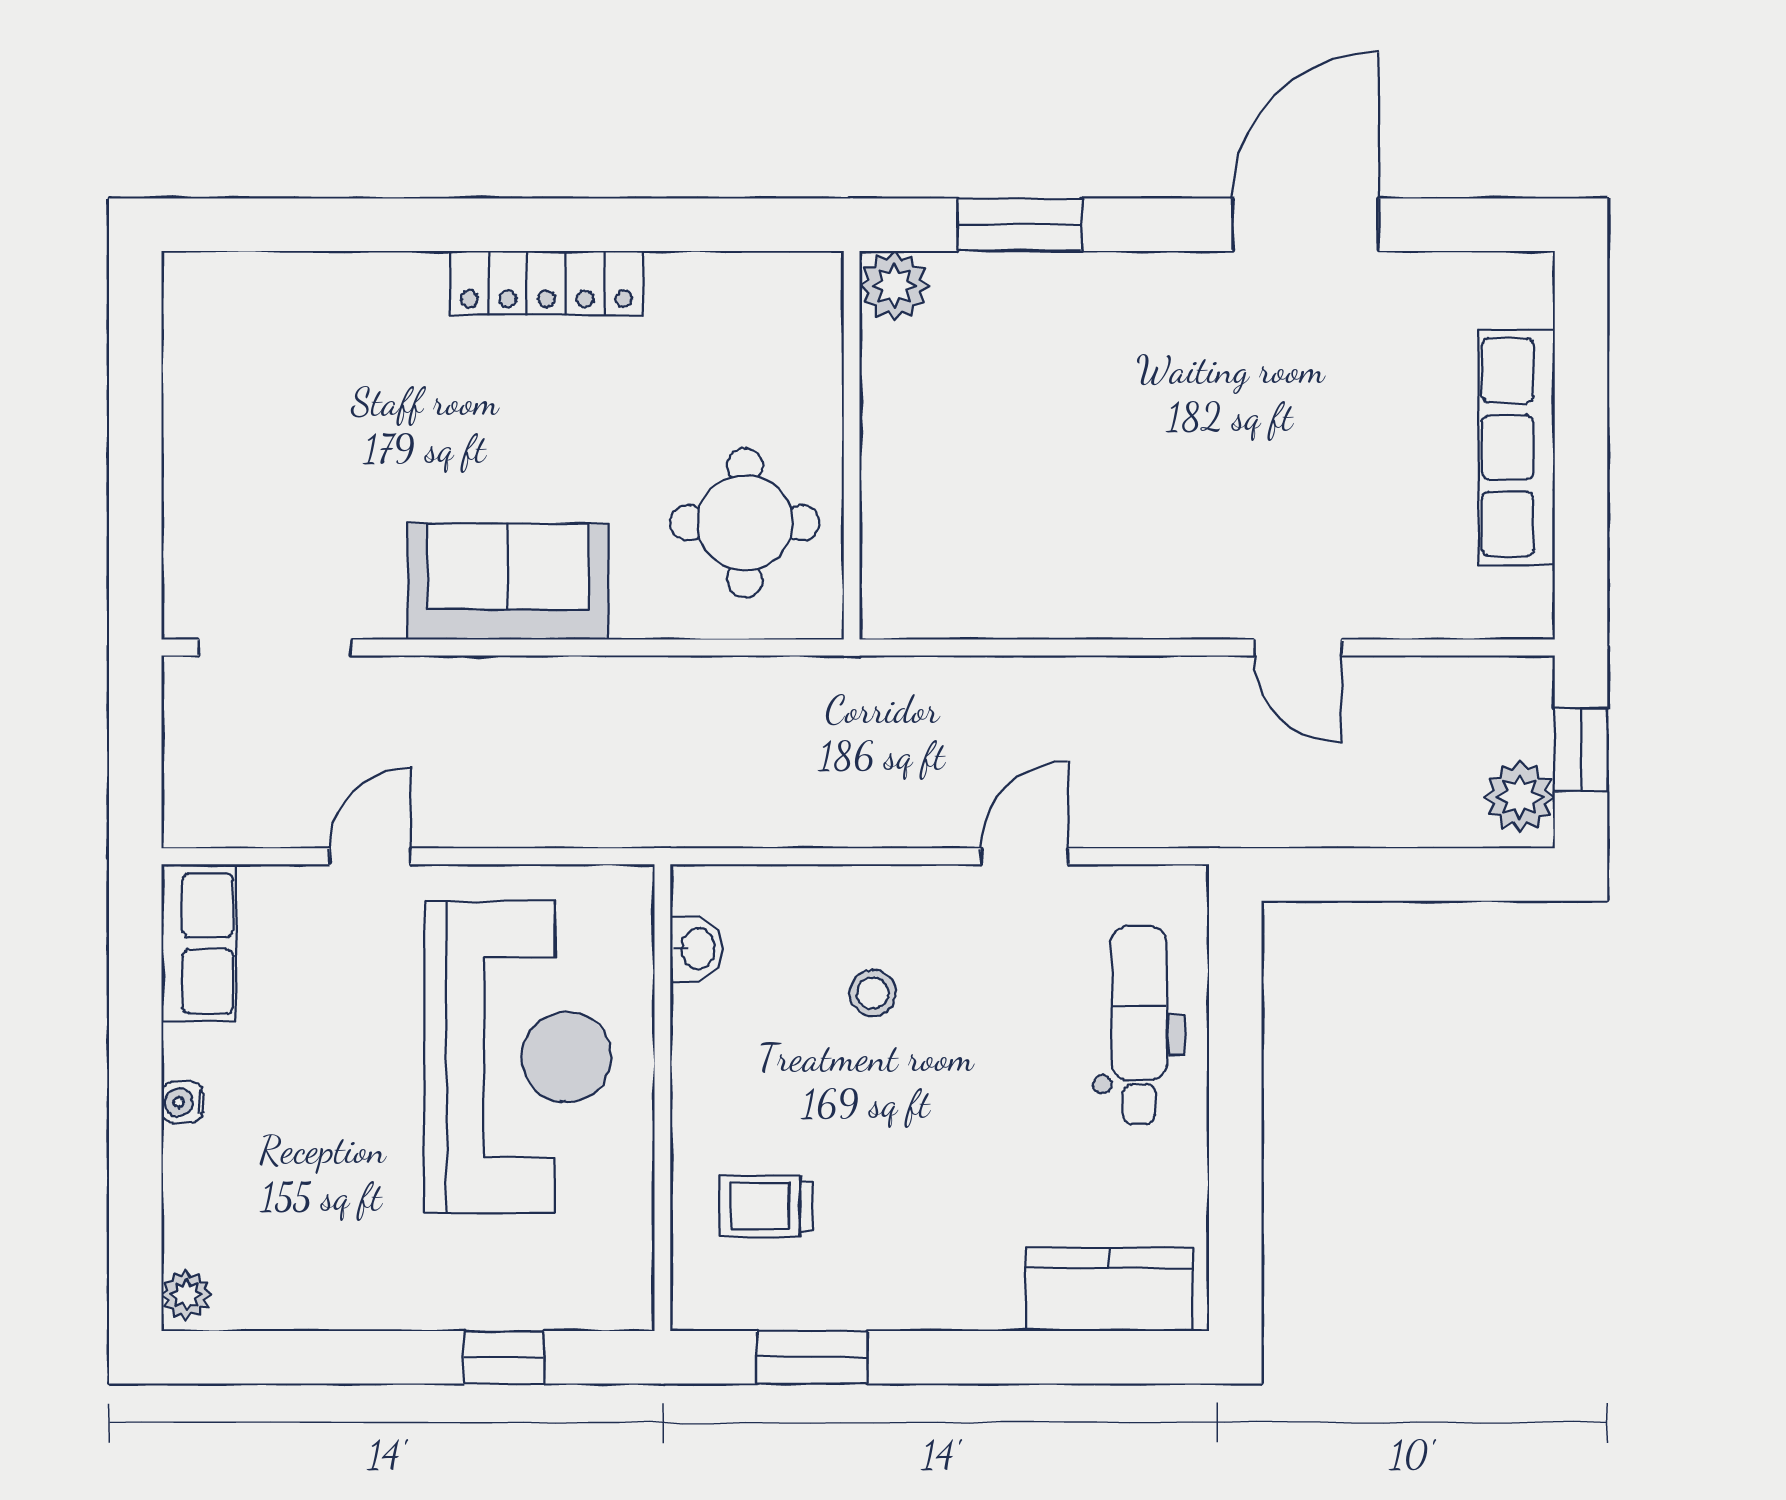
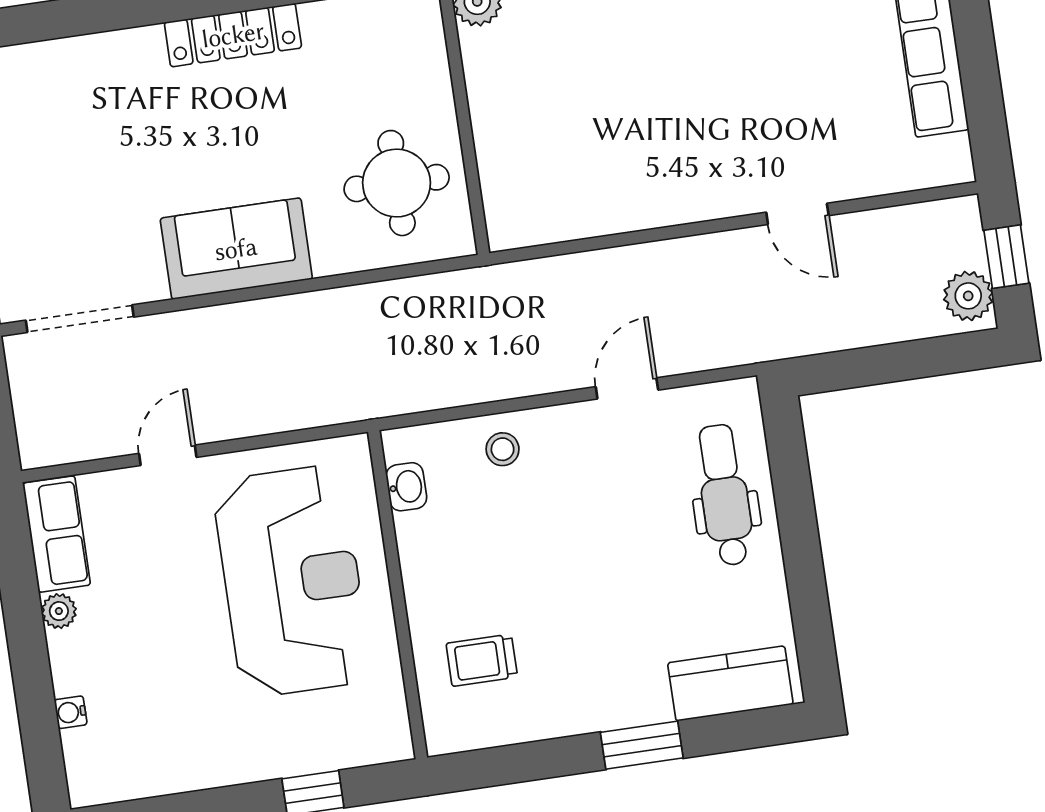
stool: (873, 993) -> (503, 449), moved
water cooler: (182, 1102) -> (71, 712), moved
plant: (186, 1295) -> (59, 611), moved
window: (812, 1357) -> (642, 745), moved

